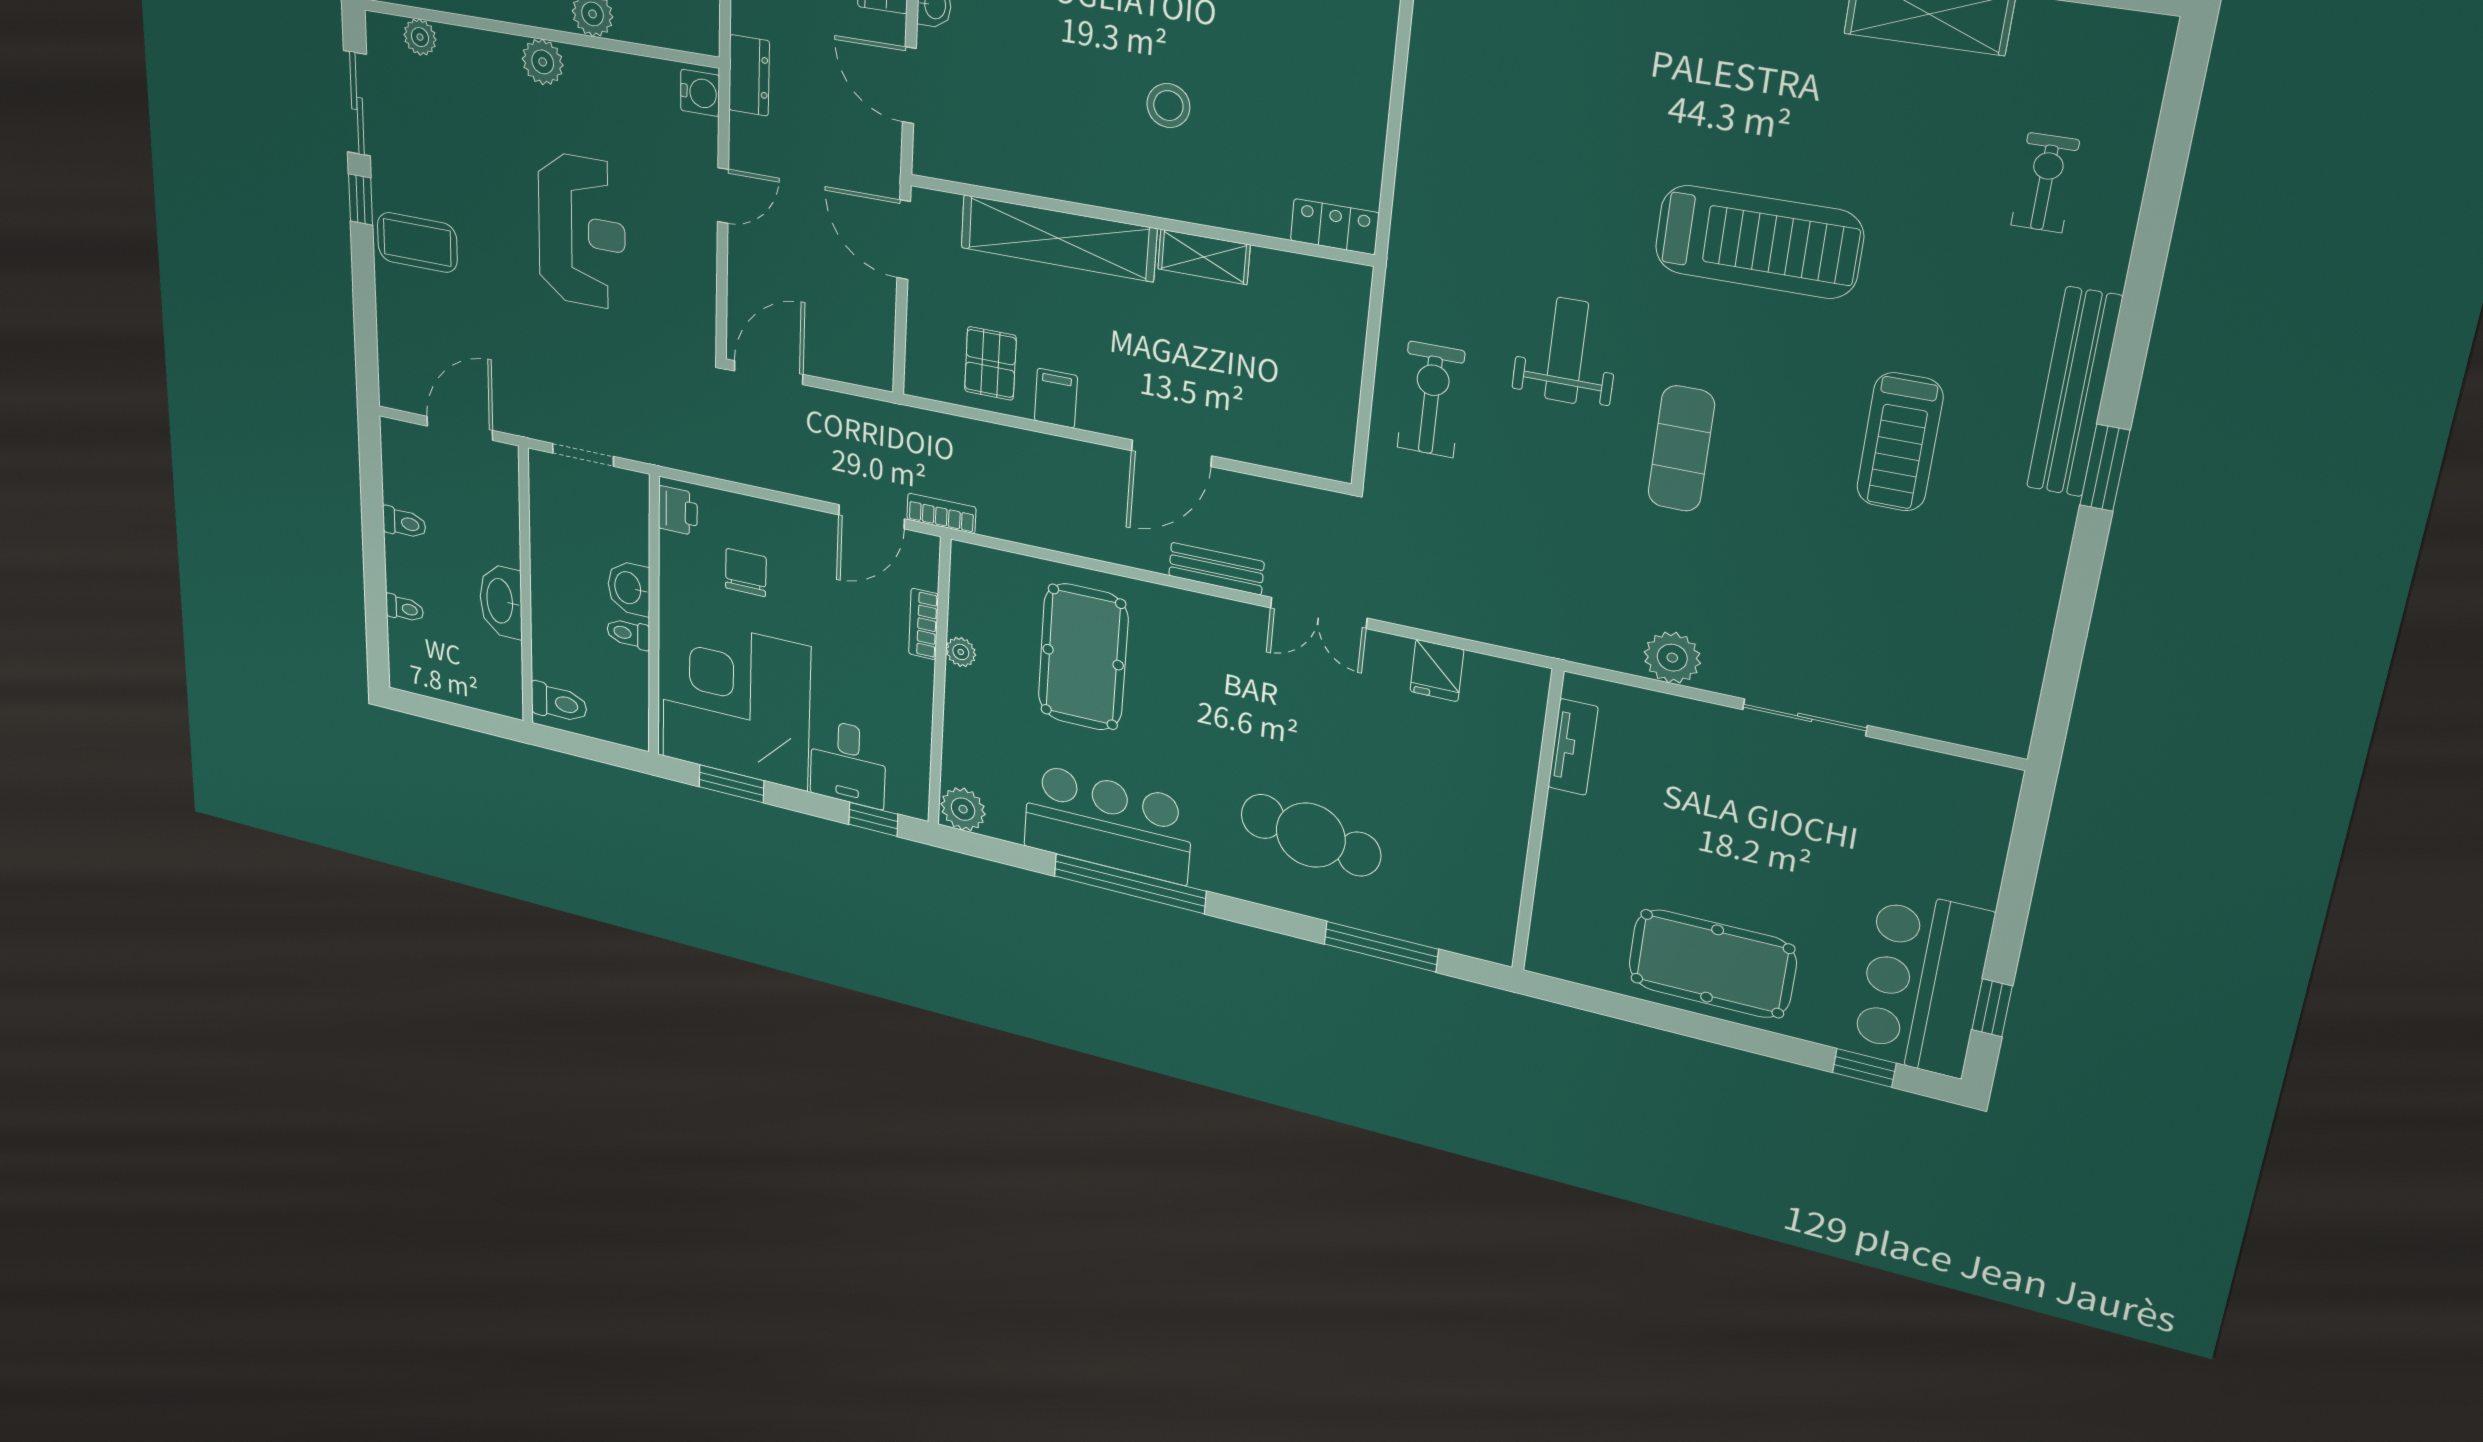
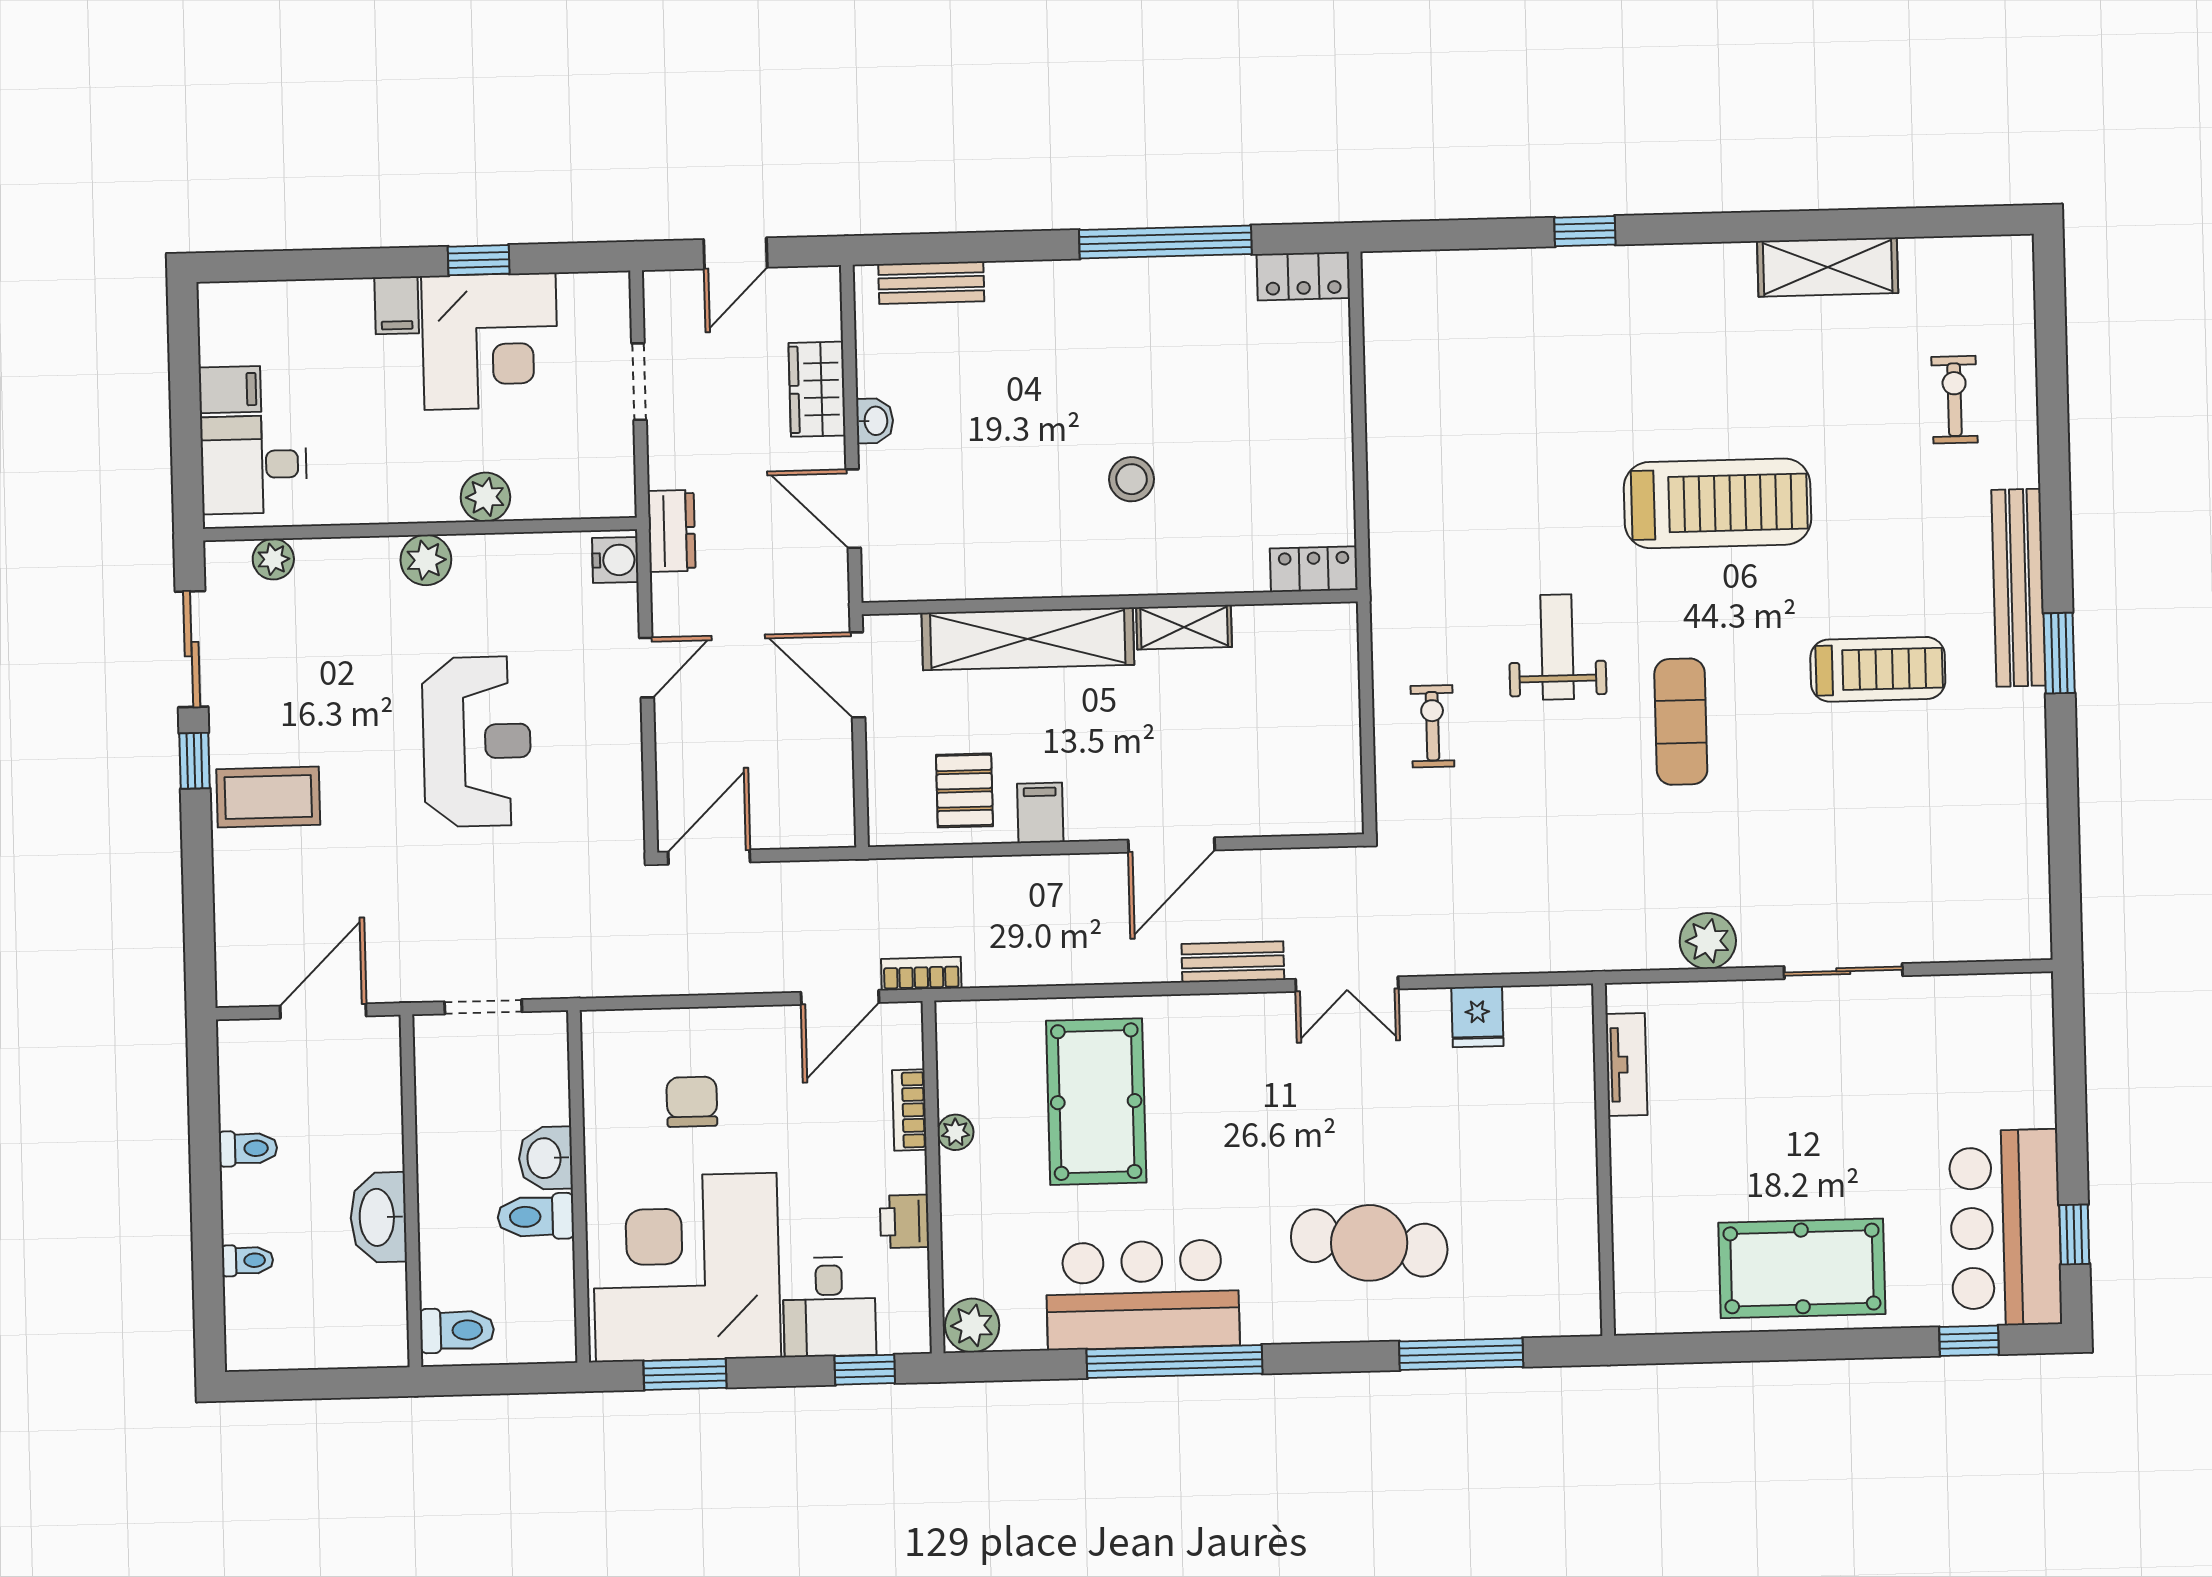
exercise bike: (1431, 400) -> (1432, 726), width x0.73, depth x0.72
treadmill: (1900, 442) -> (1878, 669), turned -90
printer: (678, 511) -> (904, 1221), moved, turned 180
toilet: (628, 634) -> (536, 1217), width x1.37, depth x1.39

